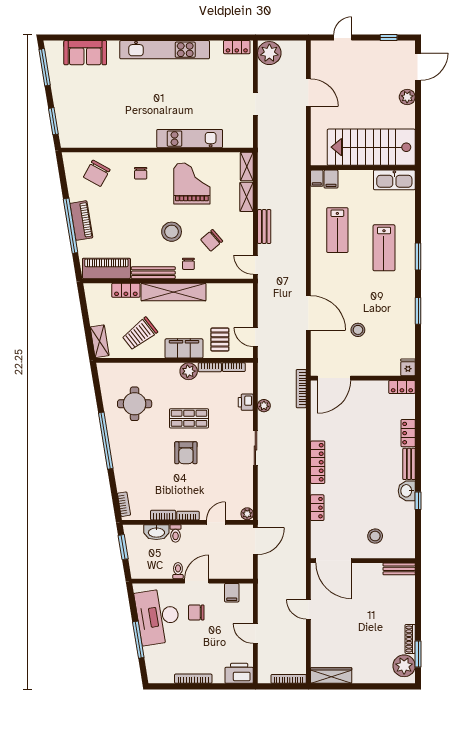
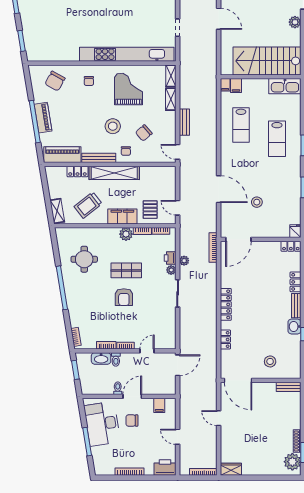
kitchen unit: (190, 139) -> (127, 54), width x1.86
plant: (247, 514) -> (171, 270), moved
wardrobe: (331, 675) -> (231, 469), width x0.67

